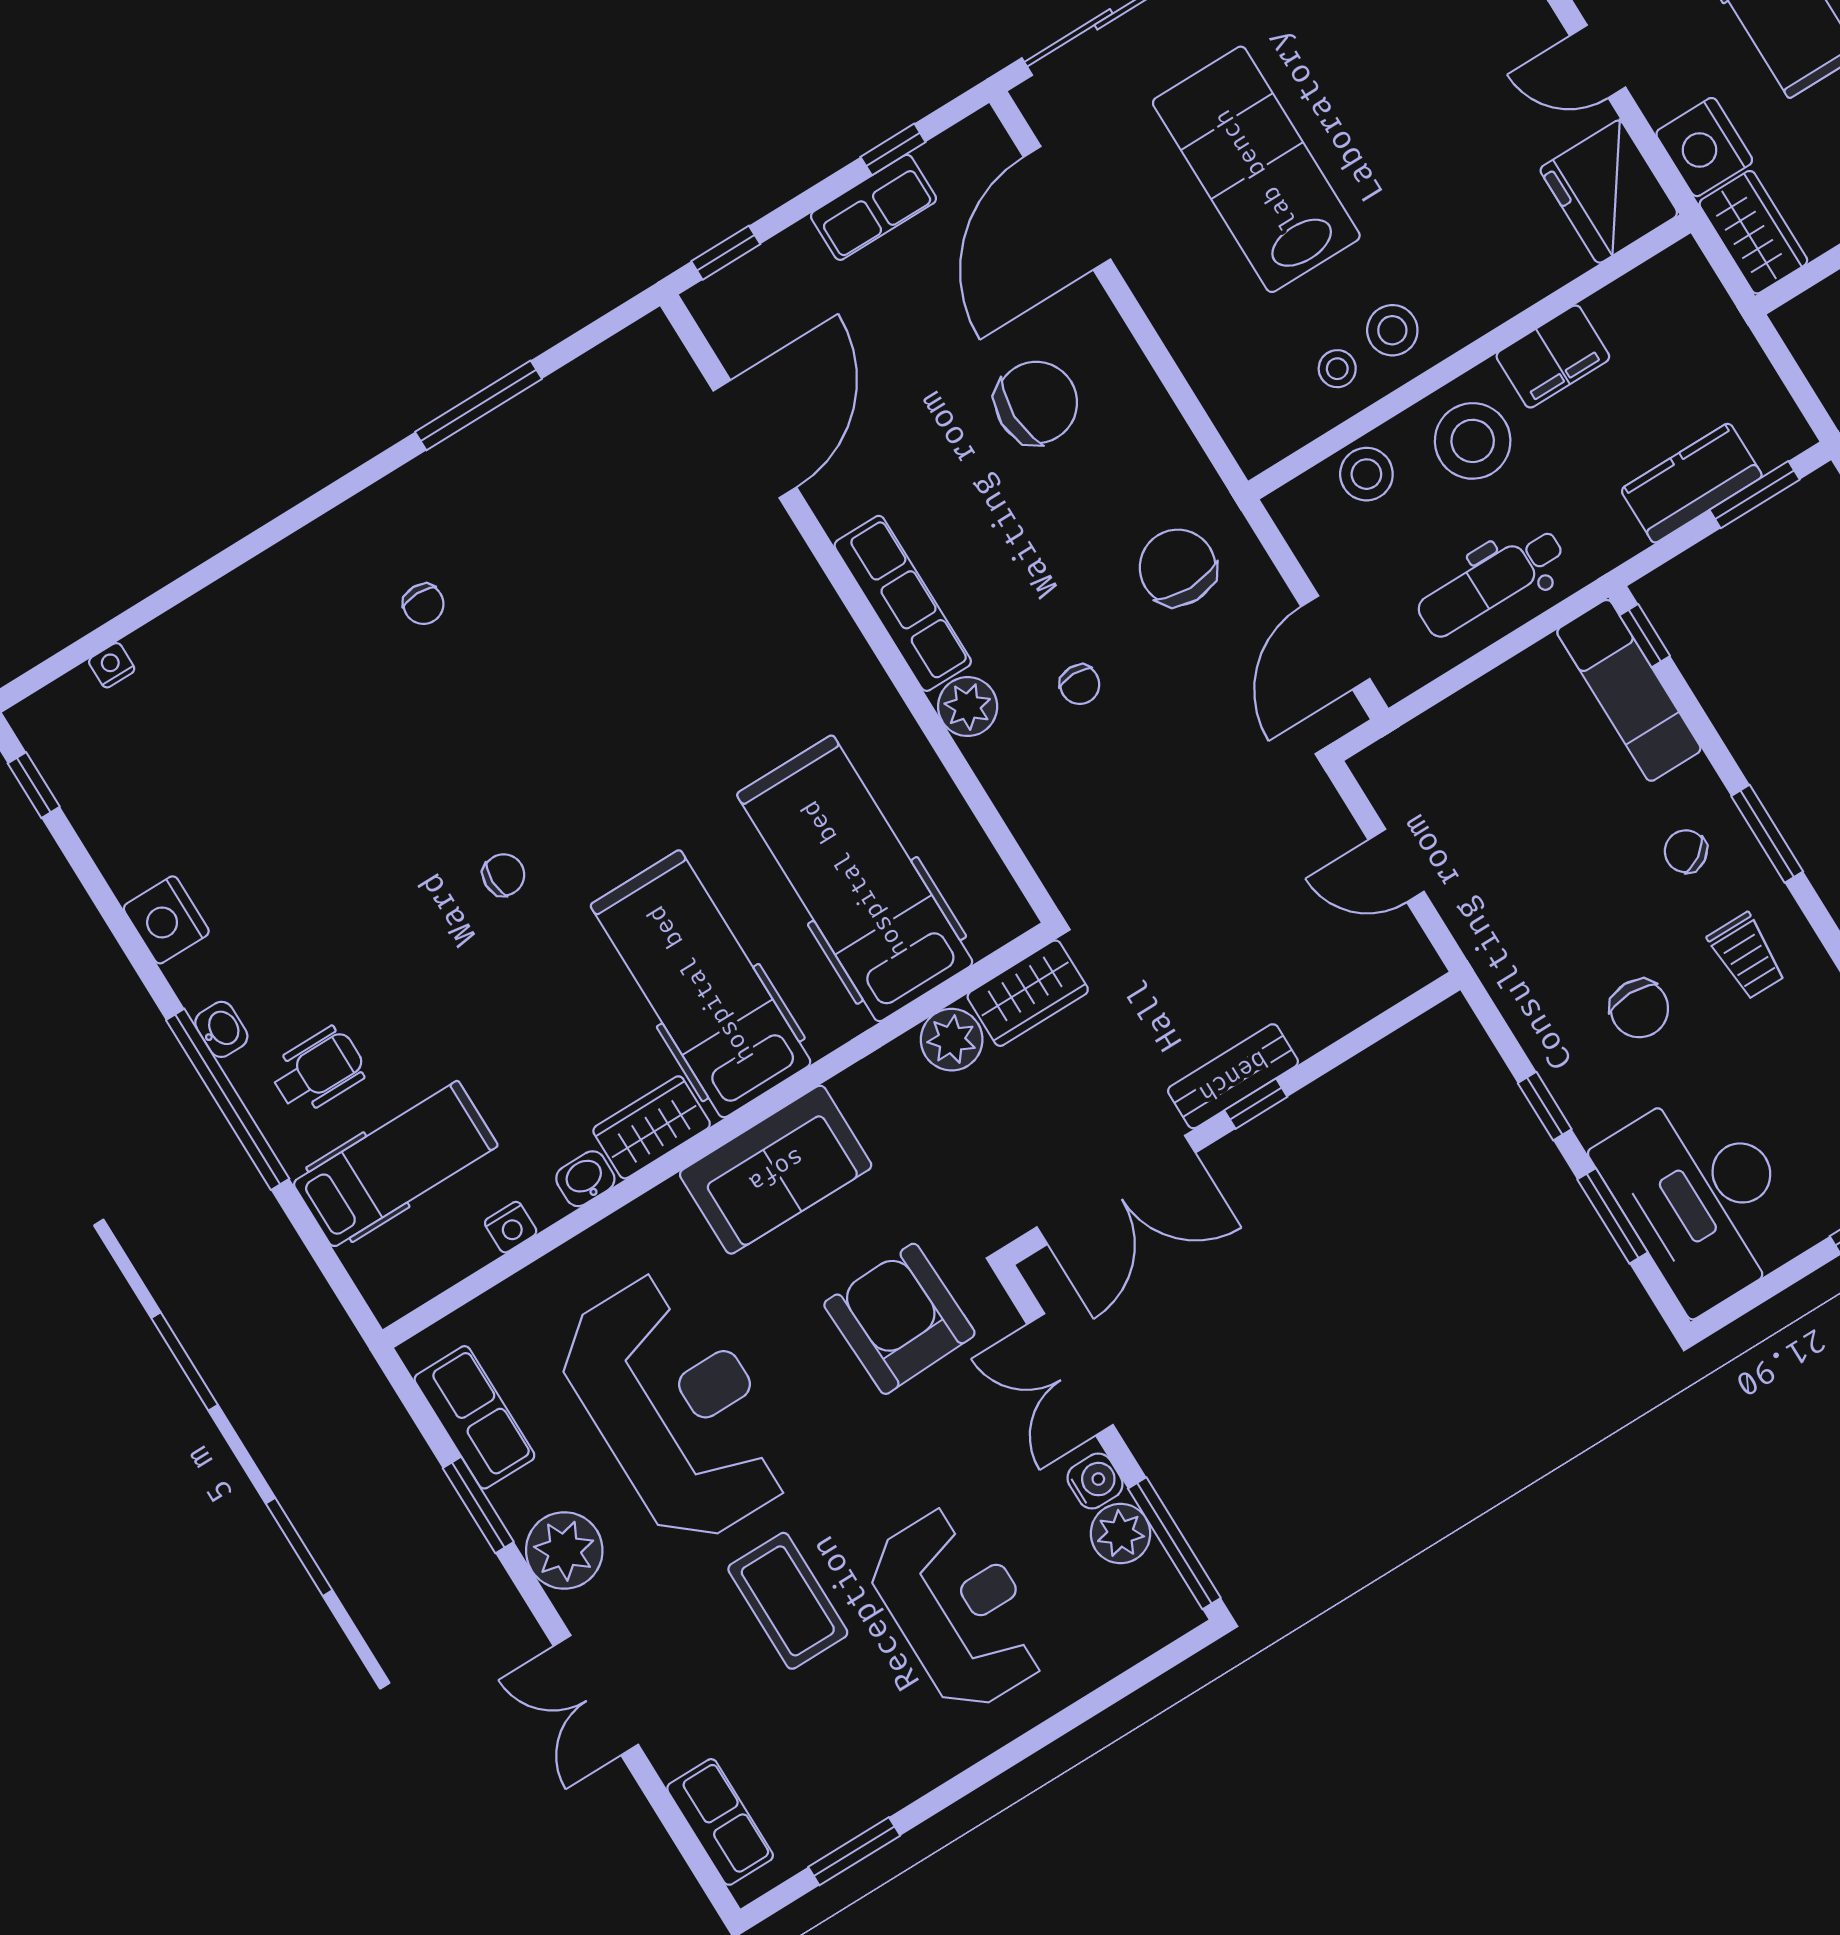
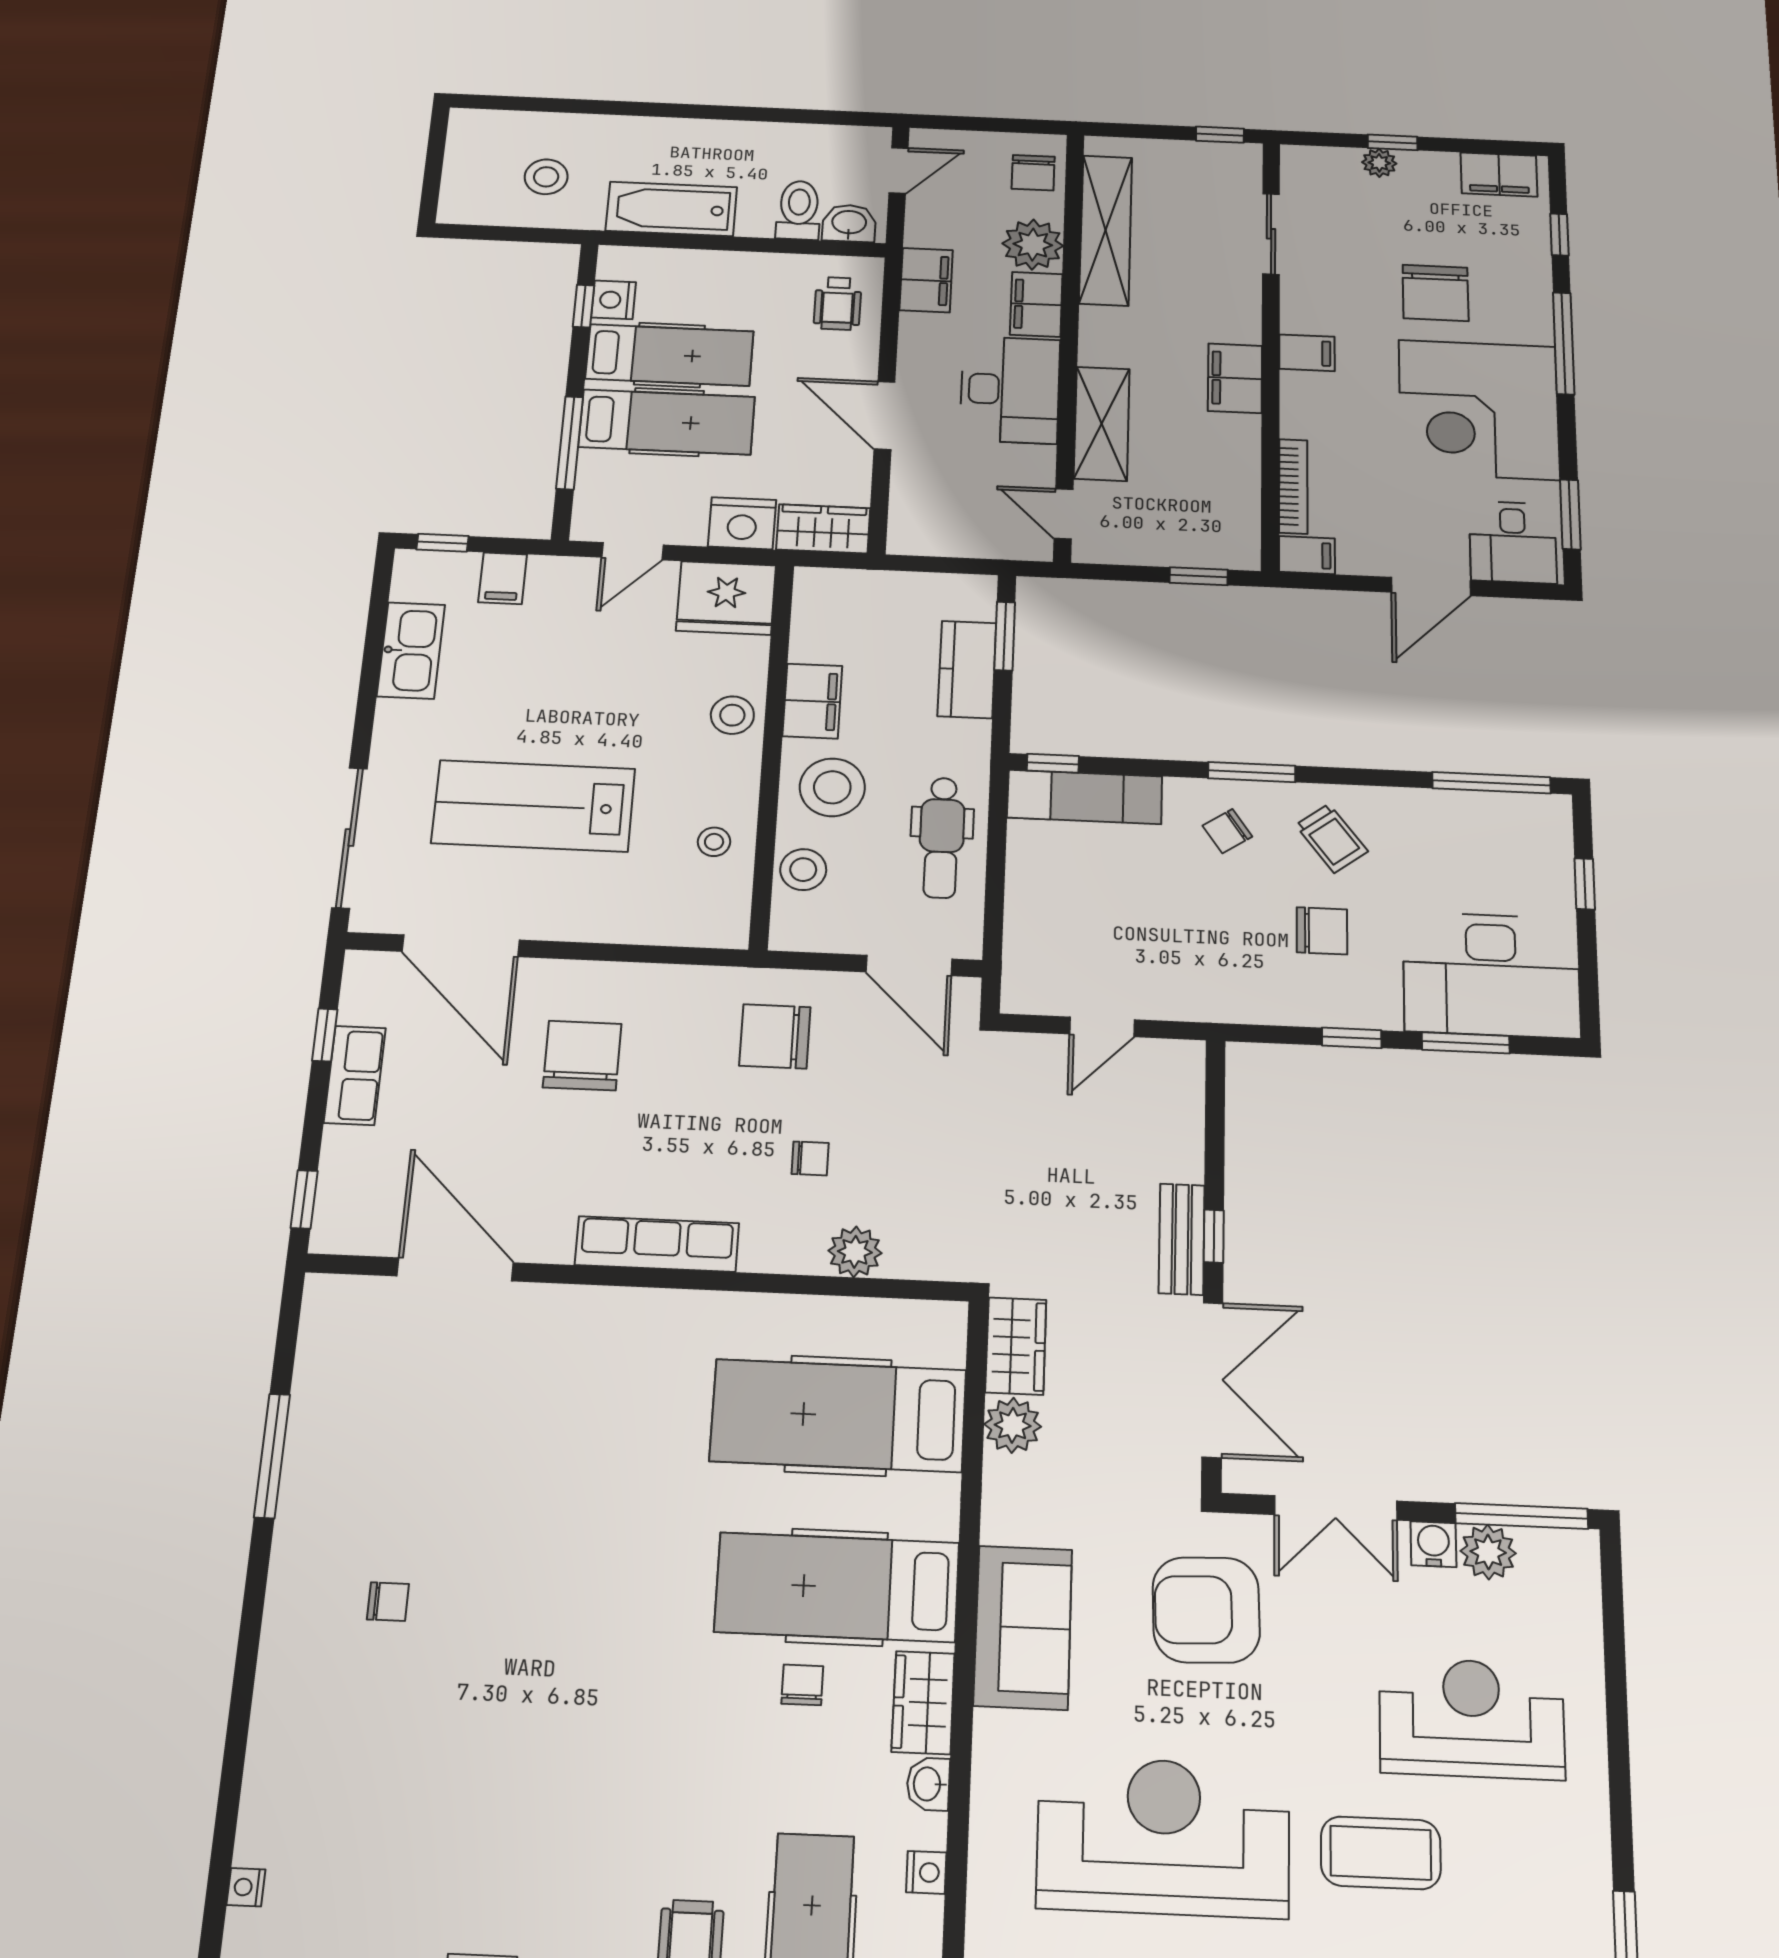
stool: (1392, 330) -> (732, 715), moved
plant: (968, 707) -> (855, 1252), moved
chair: (504, 875) -> (802, 1685), moved
trolley: (1747, 956) -> (1332, 838), turned 53

